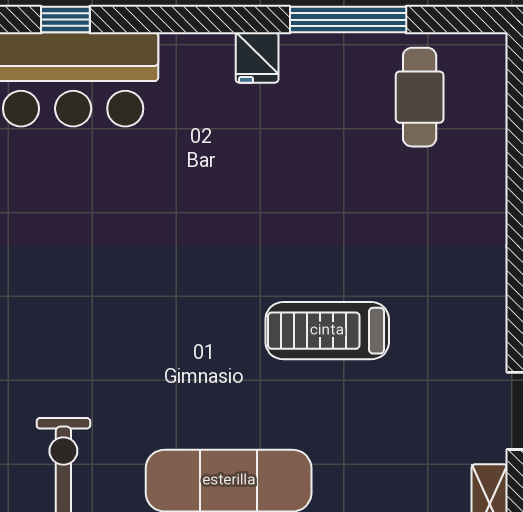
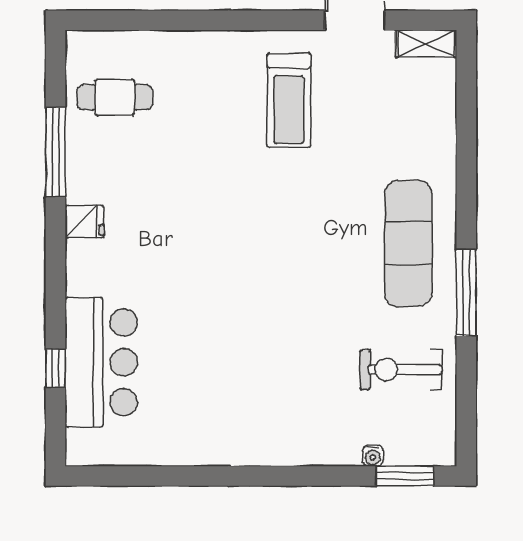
treadmill: (327, 331) -> (289, 100), moved

